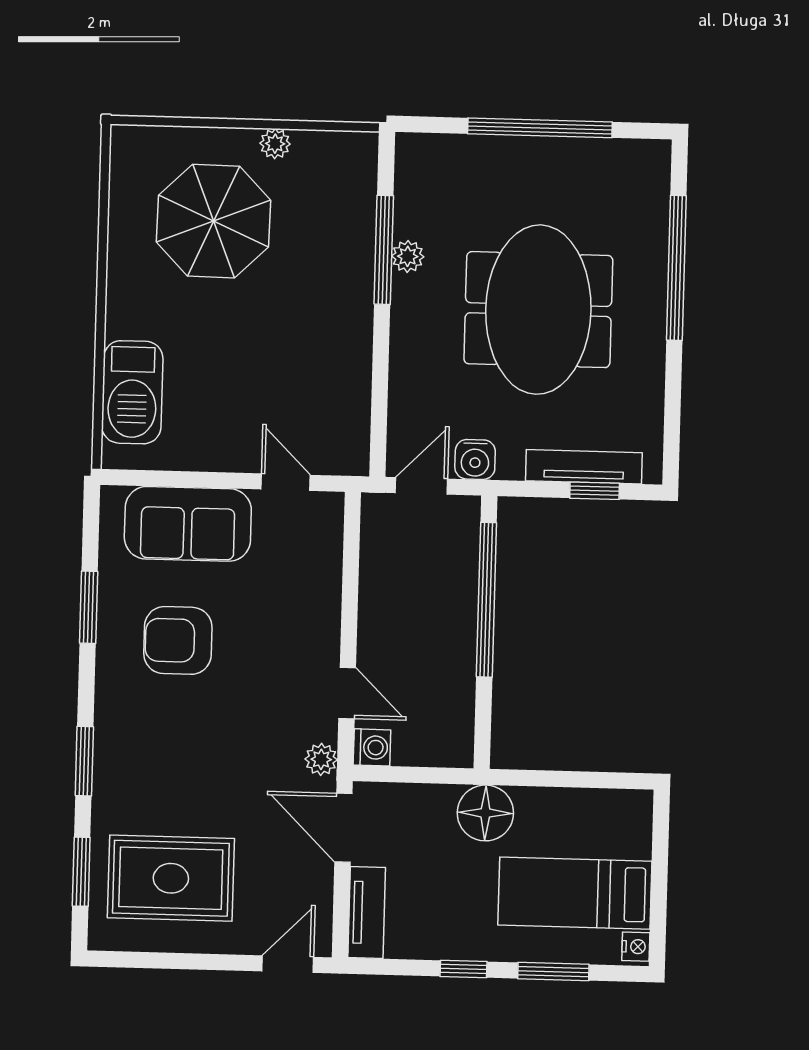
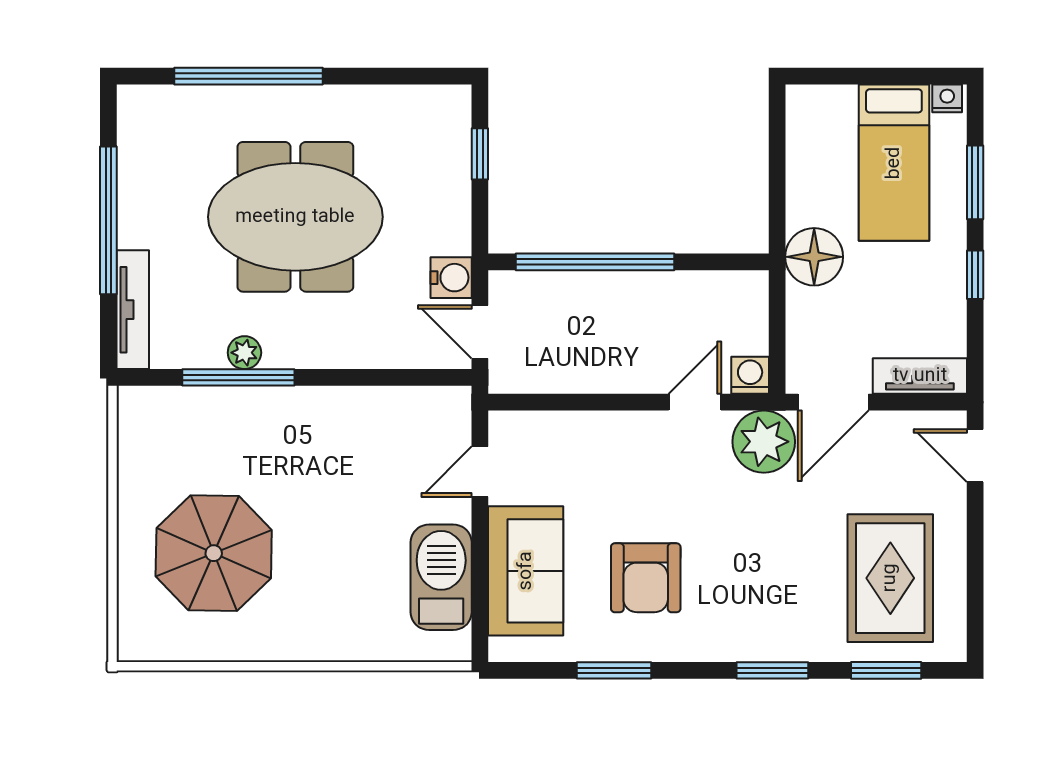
plant: (275, 144) -> (132, 492), removed
barbecue: (132, 392) -> (441, 577), moved, turned -90
tv unit: (584, 467) -> (133, 310), moved, turned 180
plant: (321, 759) -> (764, 442), width x1.87, depth x1.87

